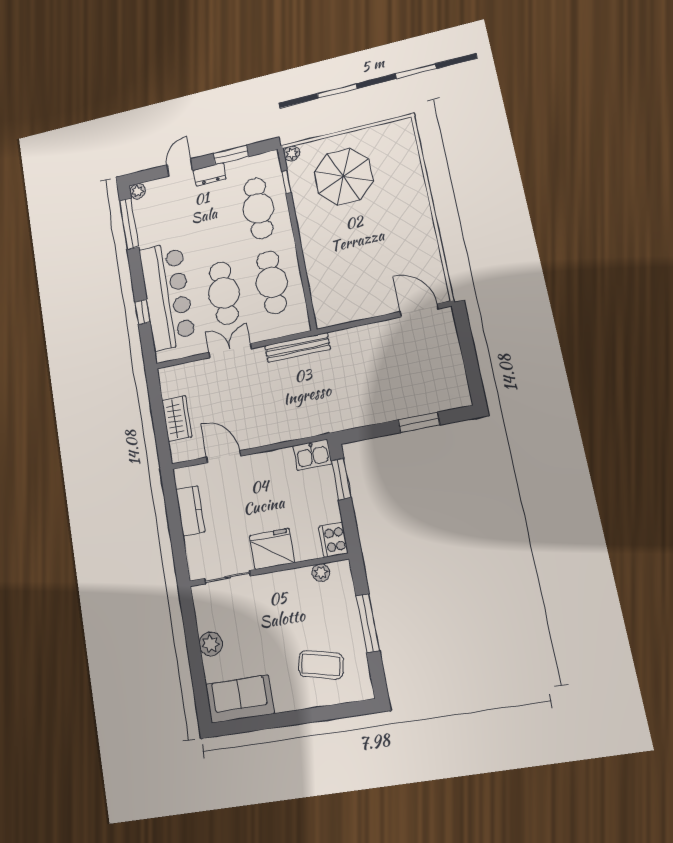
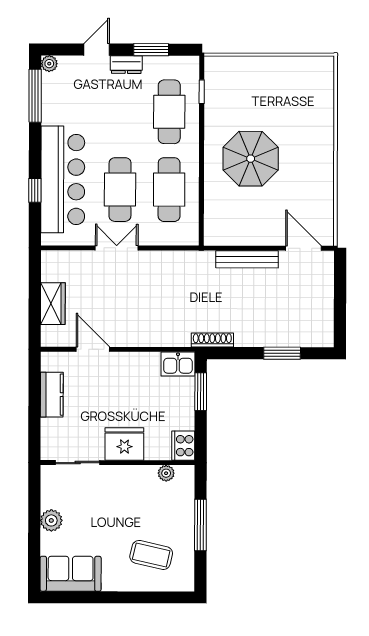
plant: (292, 153) -> (212, 64), removed
parasol: (343, 176) -> (251, 159), moved
bench: (298, 348) -> (247, 259), moved
shoe rack: (343, 423) -> (212, 340), added

